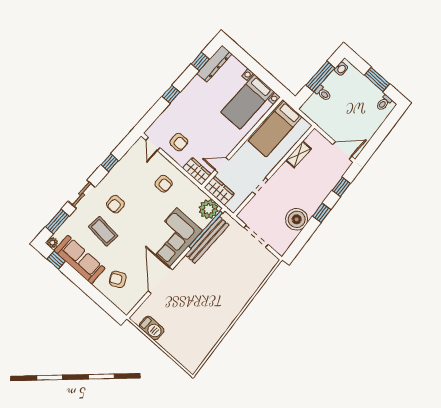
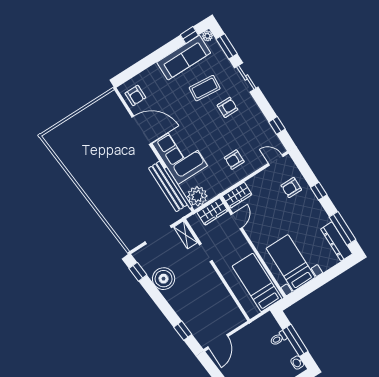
window: (200, 62) -> (342, 228), width x2.17
armchair: (179, 142) -> (291, 188), moved
shelving: (298, 154) -> (186, 235), moved
window: (110, 163) -> (277, 125), moved
armchair: (115, 204) -> (227, 107), turned 90
window: (322, 213) -> (138, 272), moved
armchair: (118, 279) -> (135, 95), moved, turned 117
barbecue: (152, 328) -> (98, 109), removed

